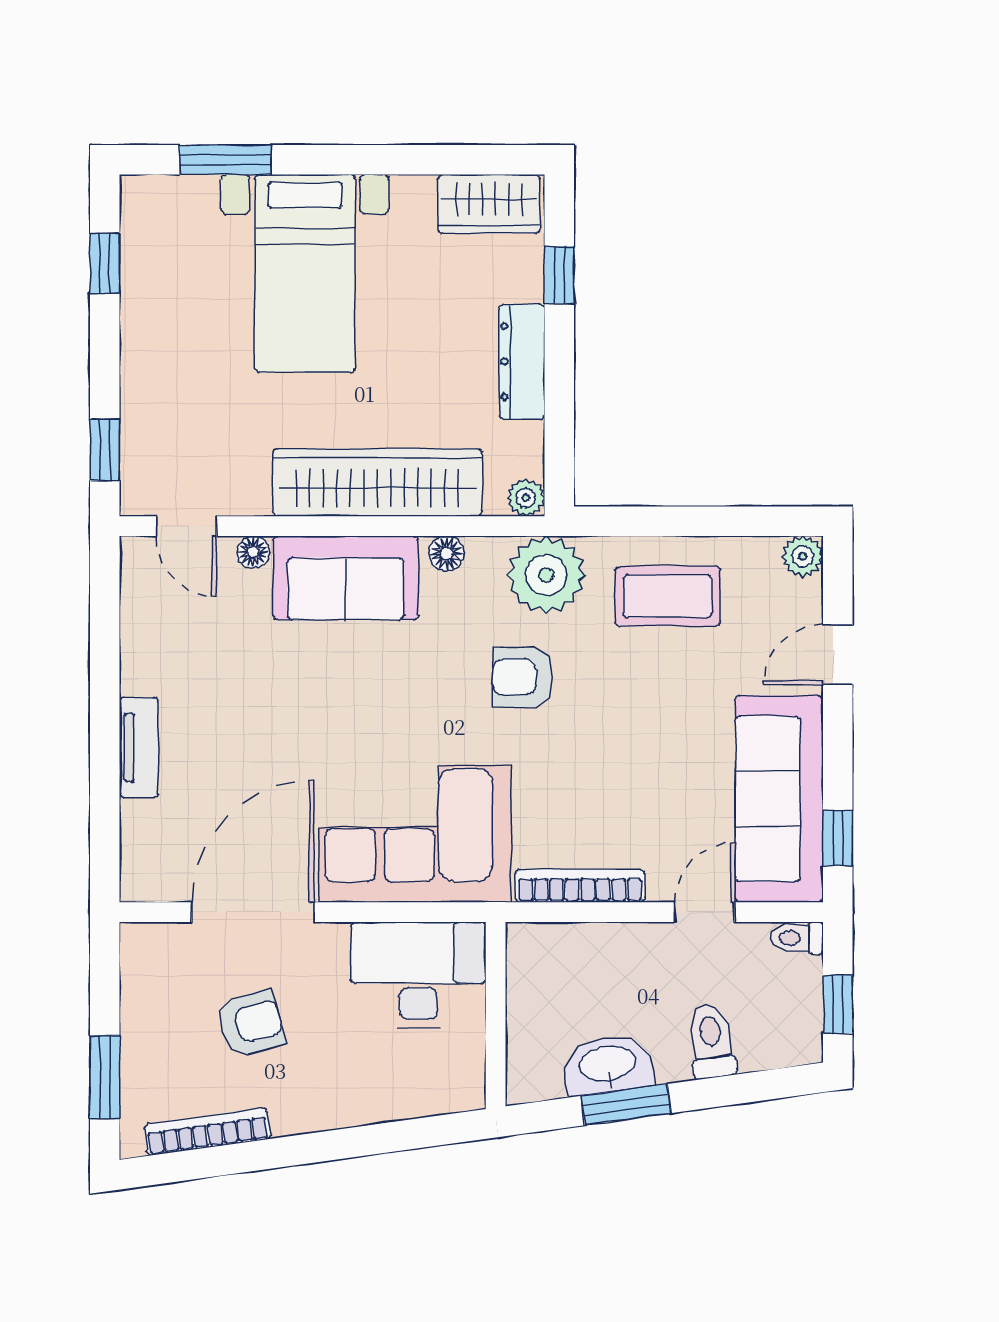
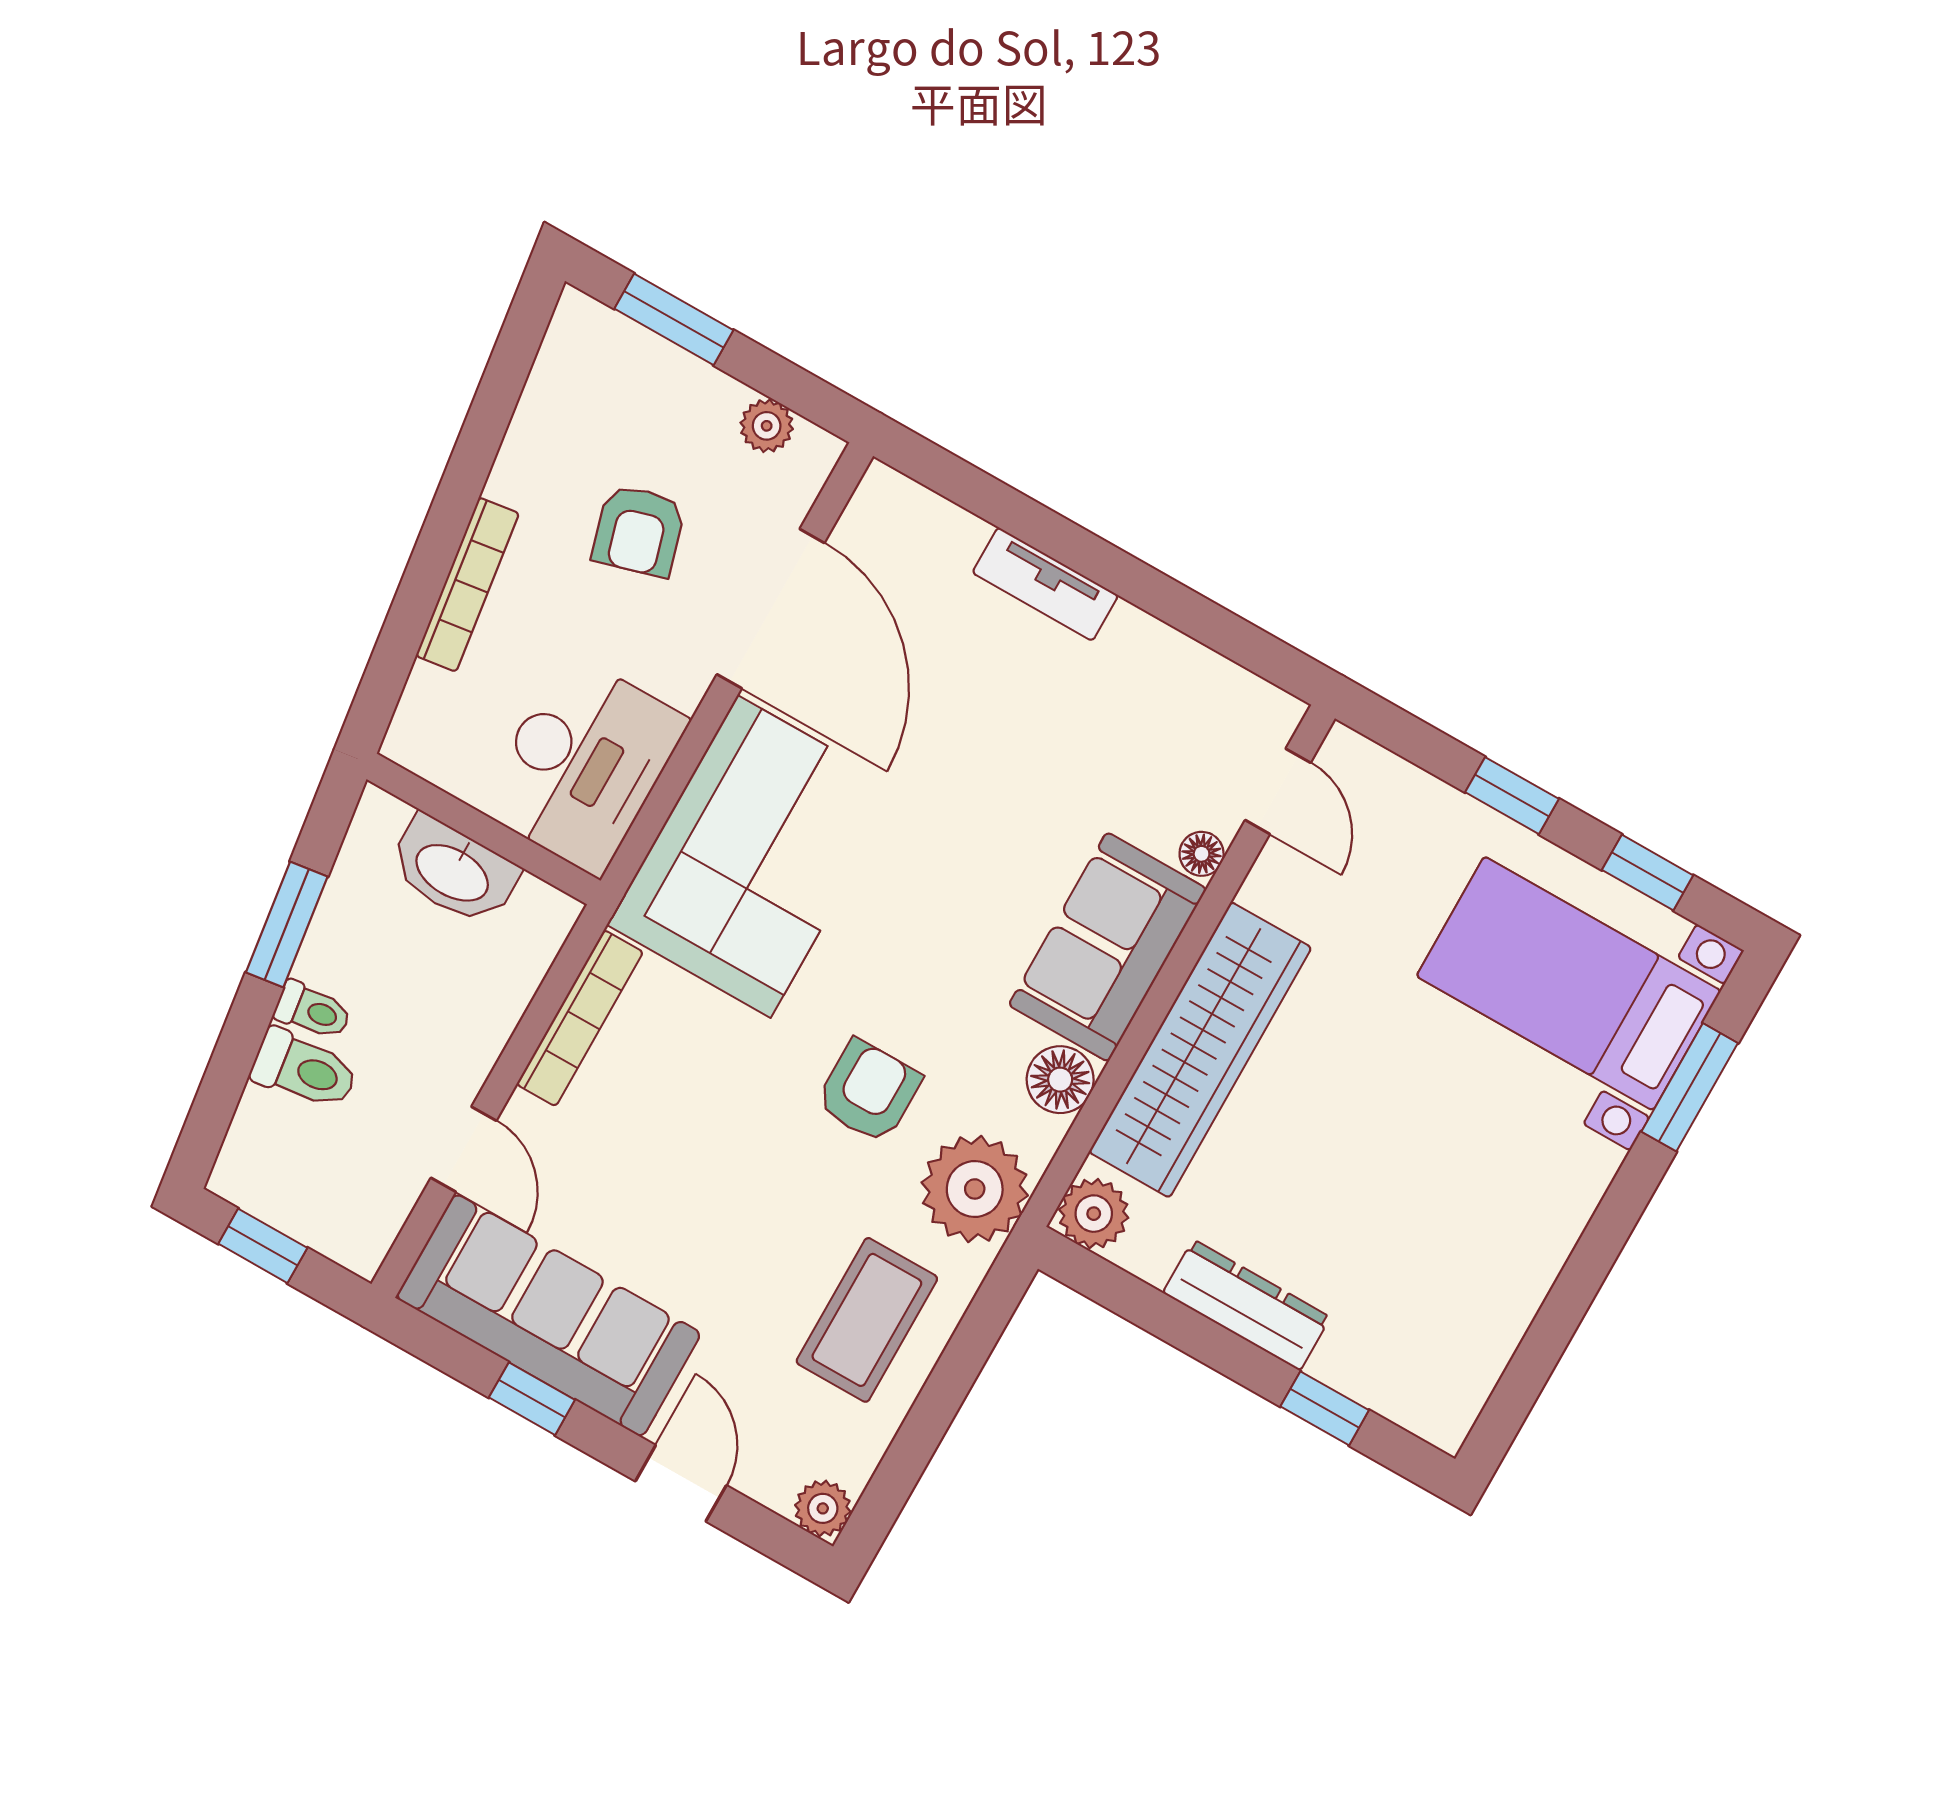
wardrobe: (489, 204) -> (1458, 1372), removed
bed with nightstands: (305, 273) -> (1569, 983), moved
window: (105, 450) -> (1512, 796), moved
plant: (526, 498) -> (1094, 1214), width x1.38, depth x1.38
door: (186, 526) -> (1278, 791), swing flipped
floor lamp: (446, 554) -> (1060, 1080), width x1.37, depth x1.37
window: (838, 838) -> (532, 1399), moved
toilet: (797, 938) -> (313, 1011), moved, turned 82
plant: (139, 980) -> (767, 426), added
washbasin: (608, 1065) -> (453, 871), moved, turned 98
bookcase: (207, 1132) -> (467, 585), moved

